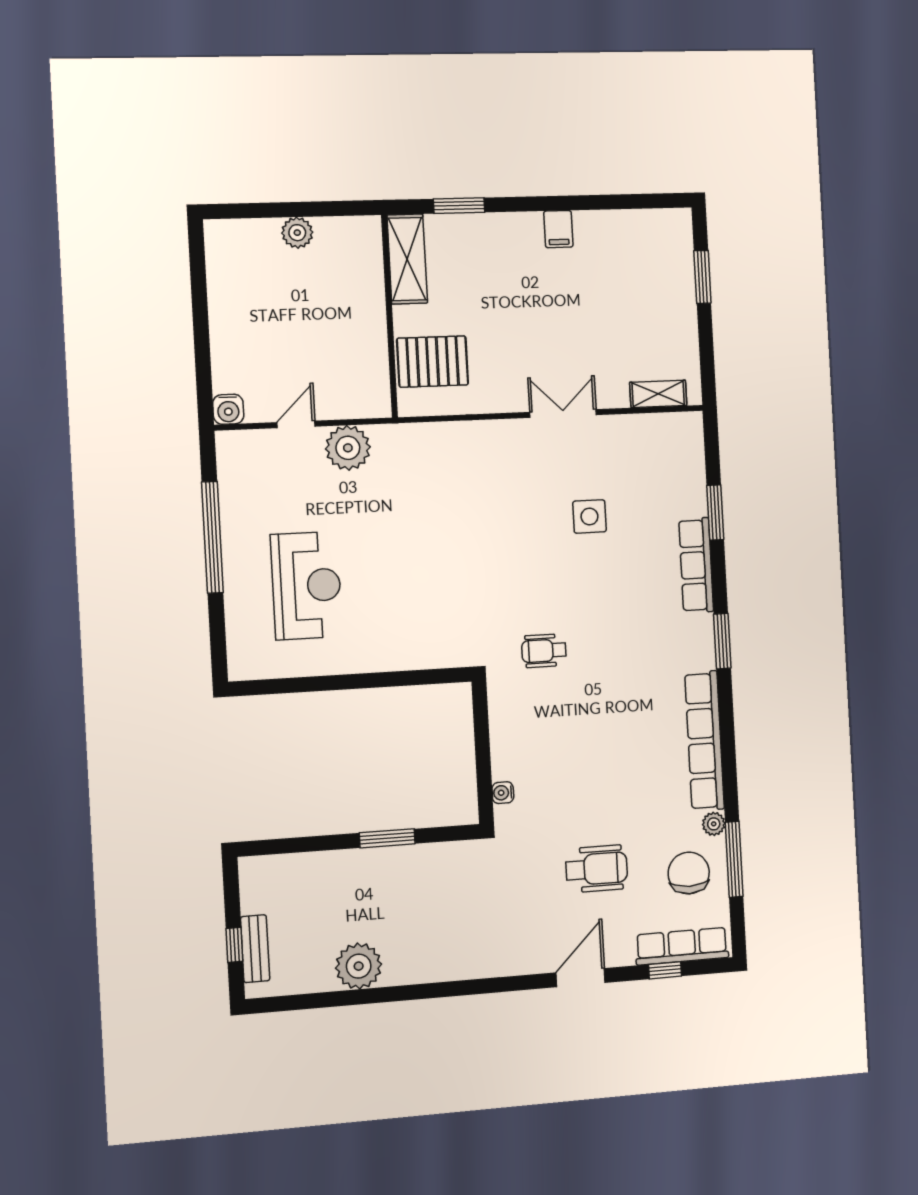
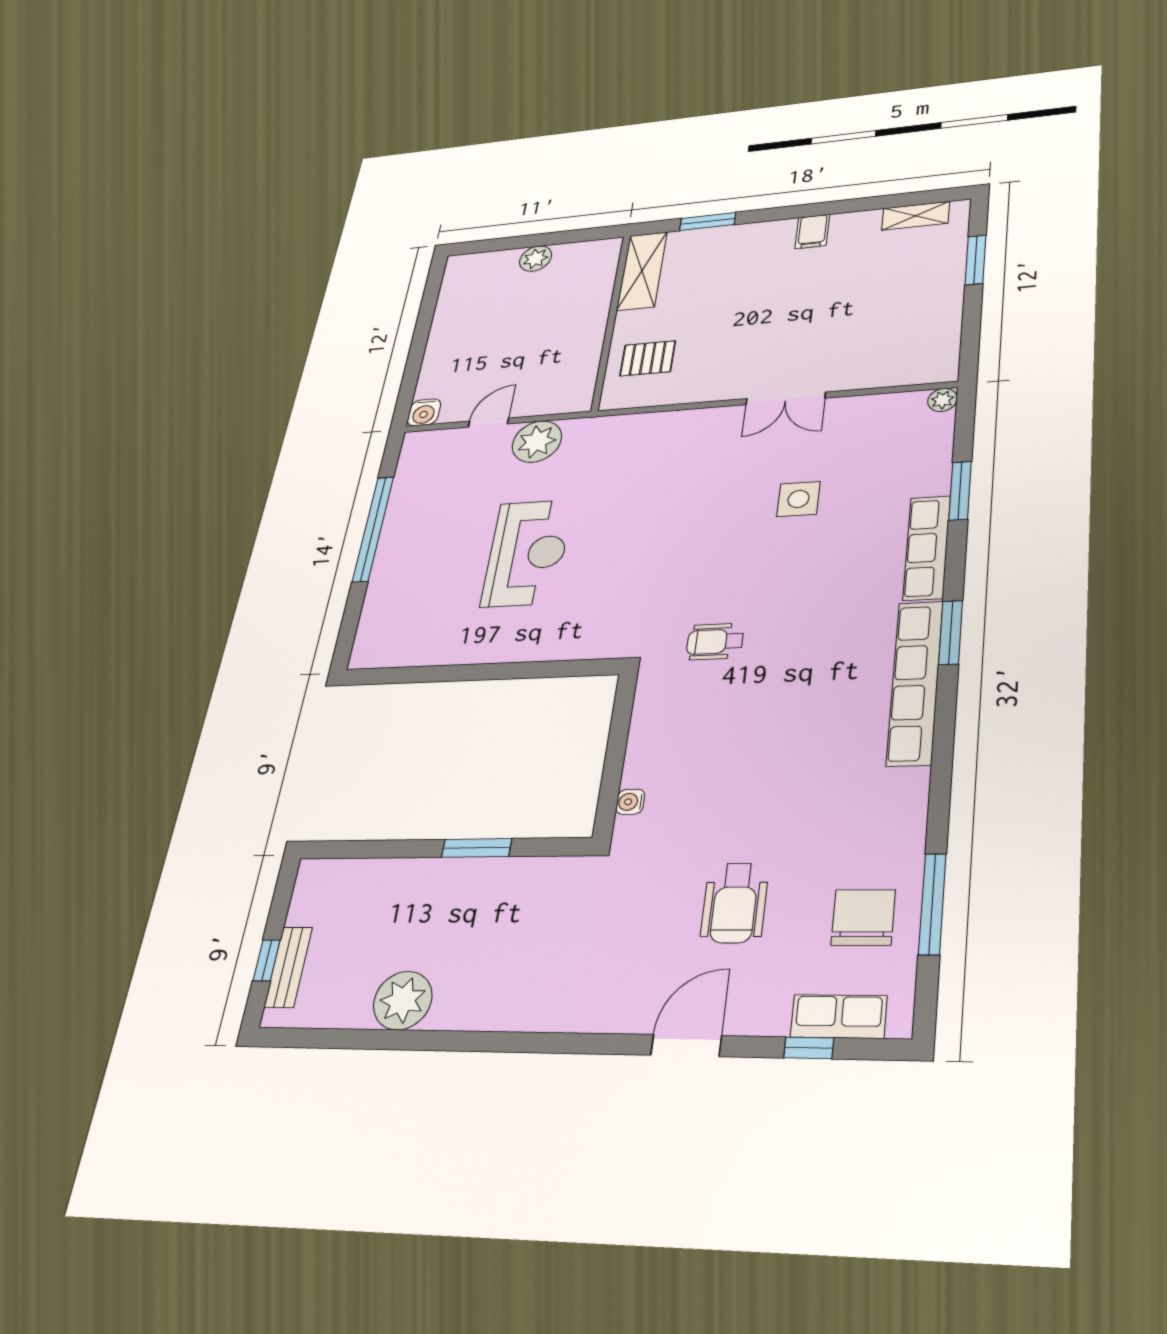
pallet: (433, 362) -> (648, 358), width x0.67, depth x0.71
shelving: (658, 394) -> (916, 216), moved
double door: (563, 414) -> (786, 398), swing flipped
reception desk: (306, 586) -> (527, 553), moved
row of seats: (705, 741) -> (915, 682), moved
plant: (714, 824) -> (942, 400), moved
wheelchair: (597, 869) -> (735, 903), turned 90
row of seats: (682, 946) -> (839, 1016), width x0.68

